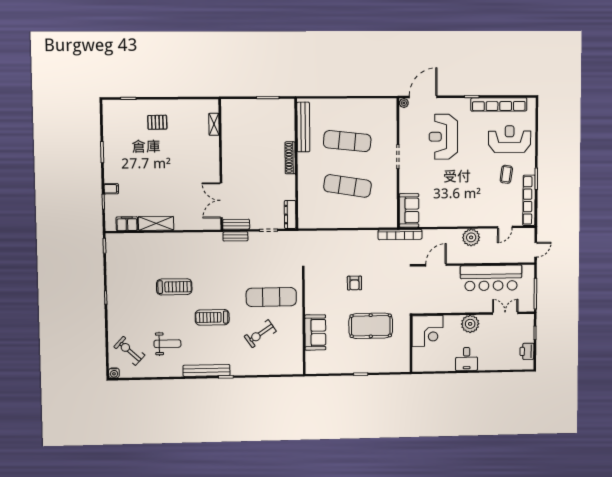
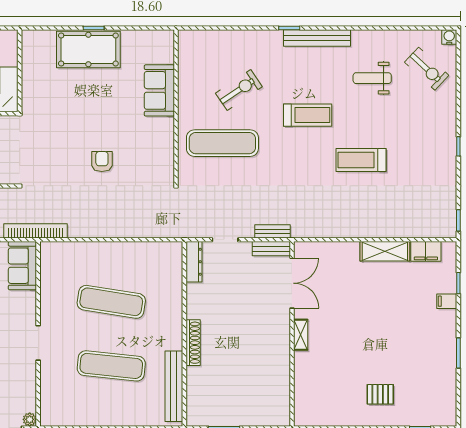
shelving: (214, 124) -> (301, 335), moved
pool table: (371, 326) -> (88, 49), moved

